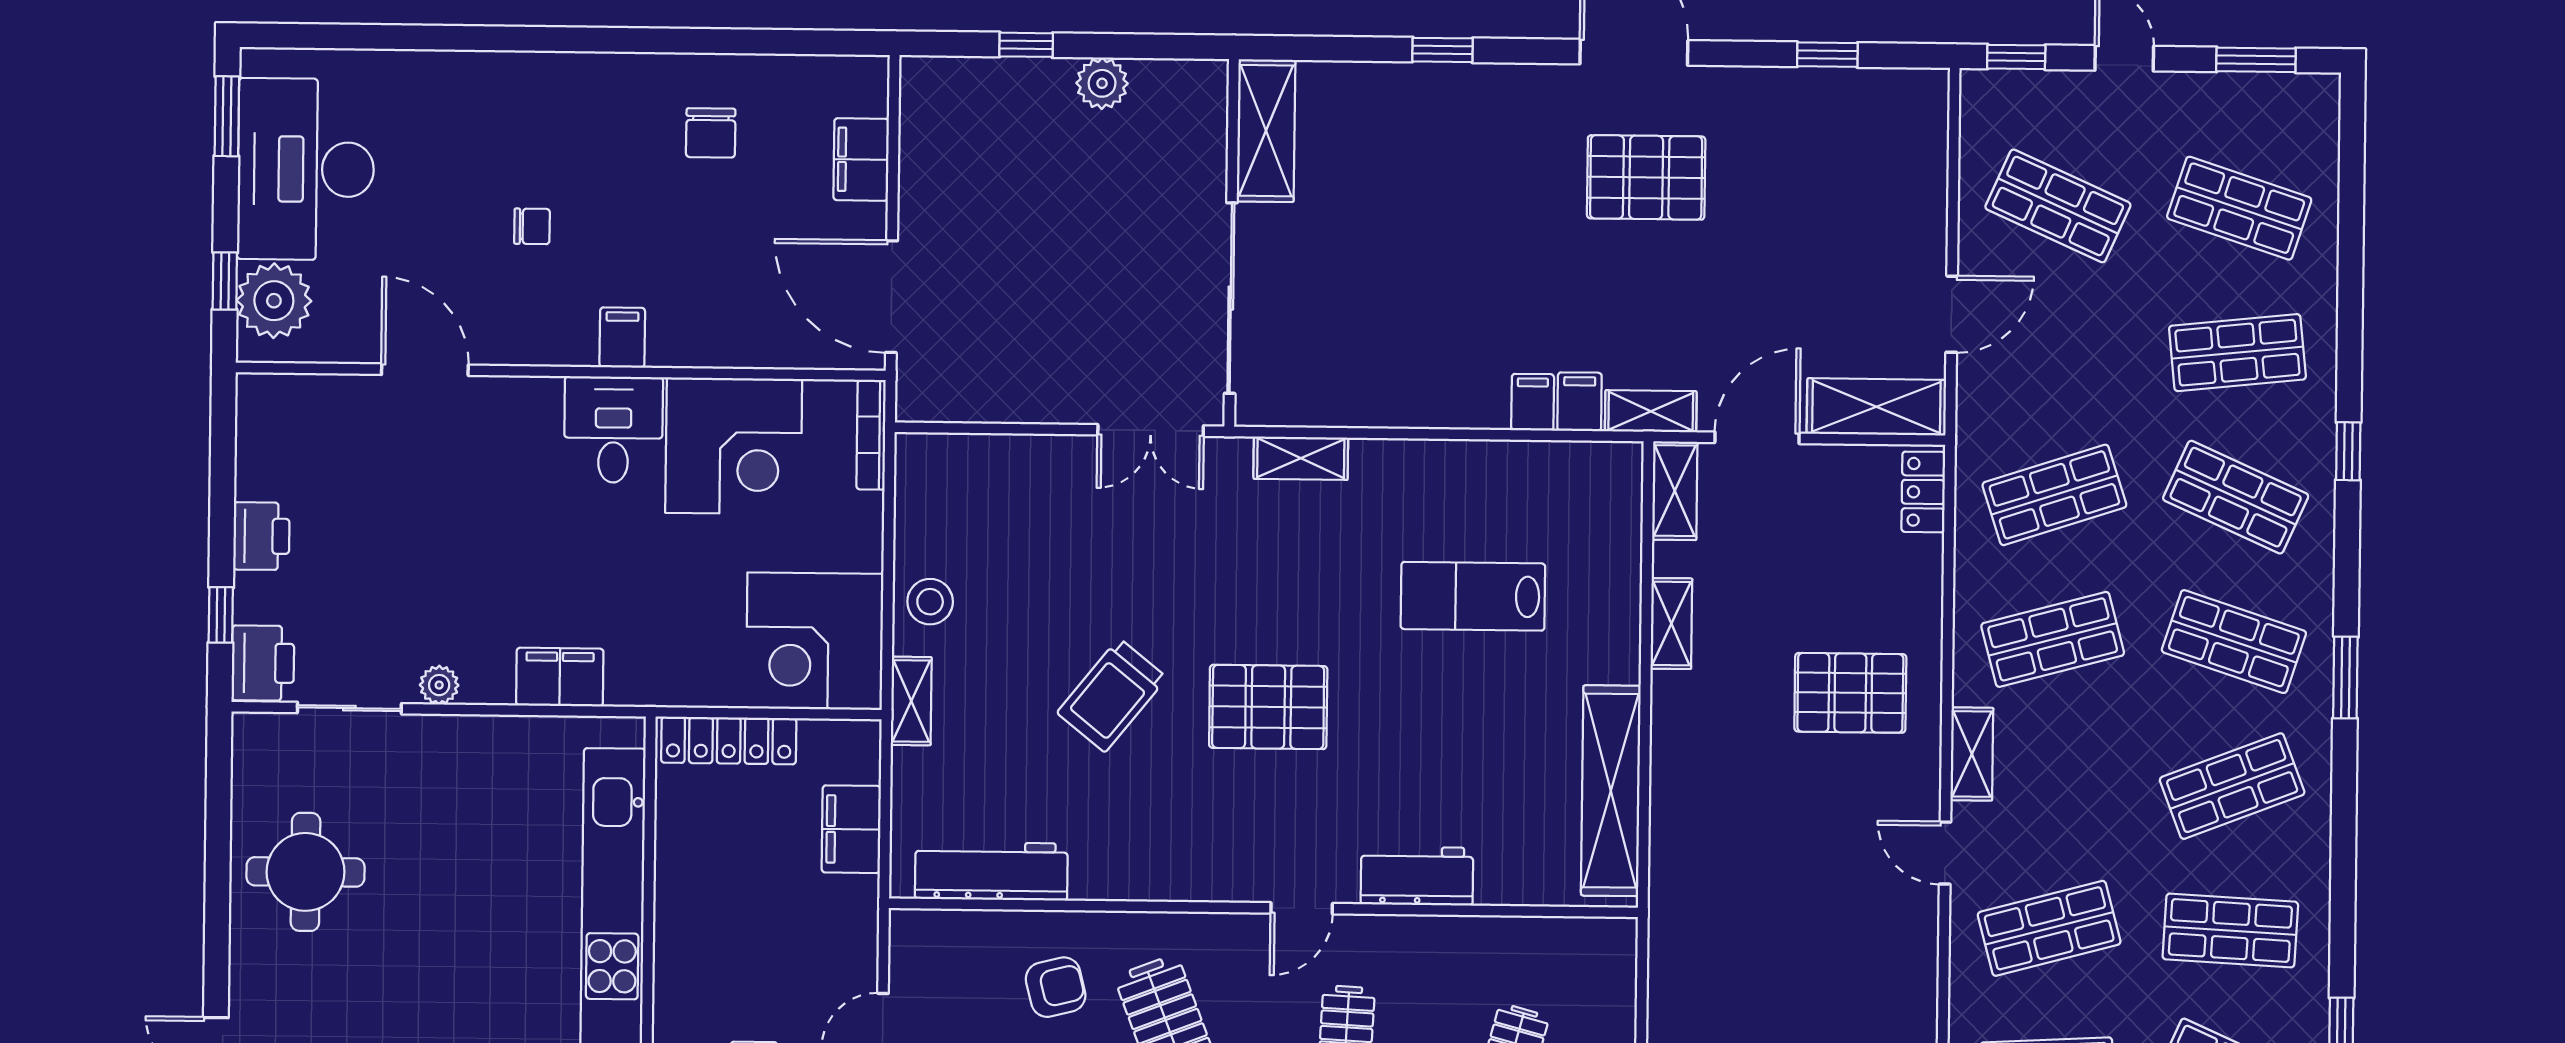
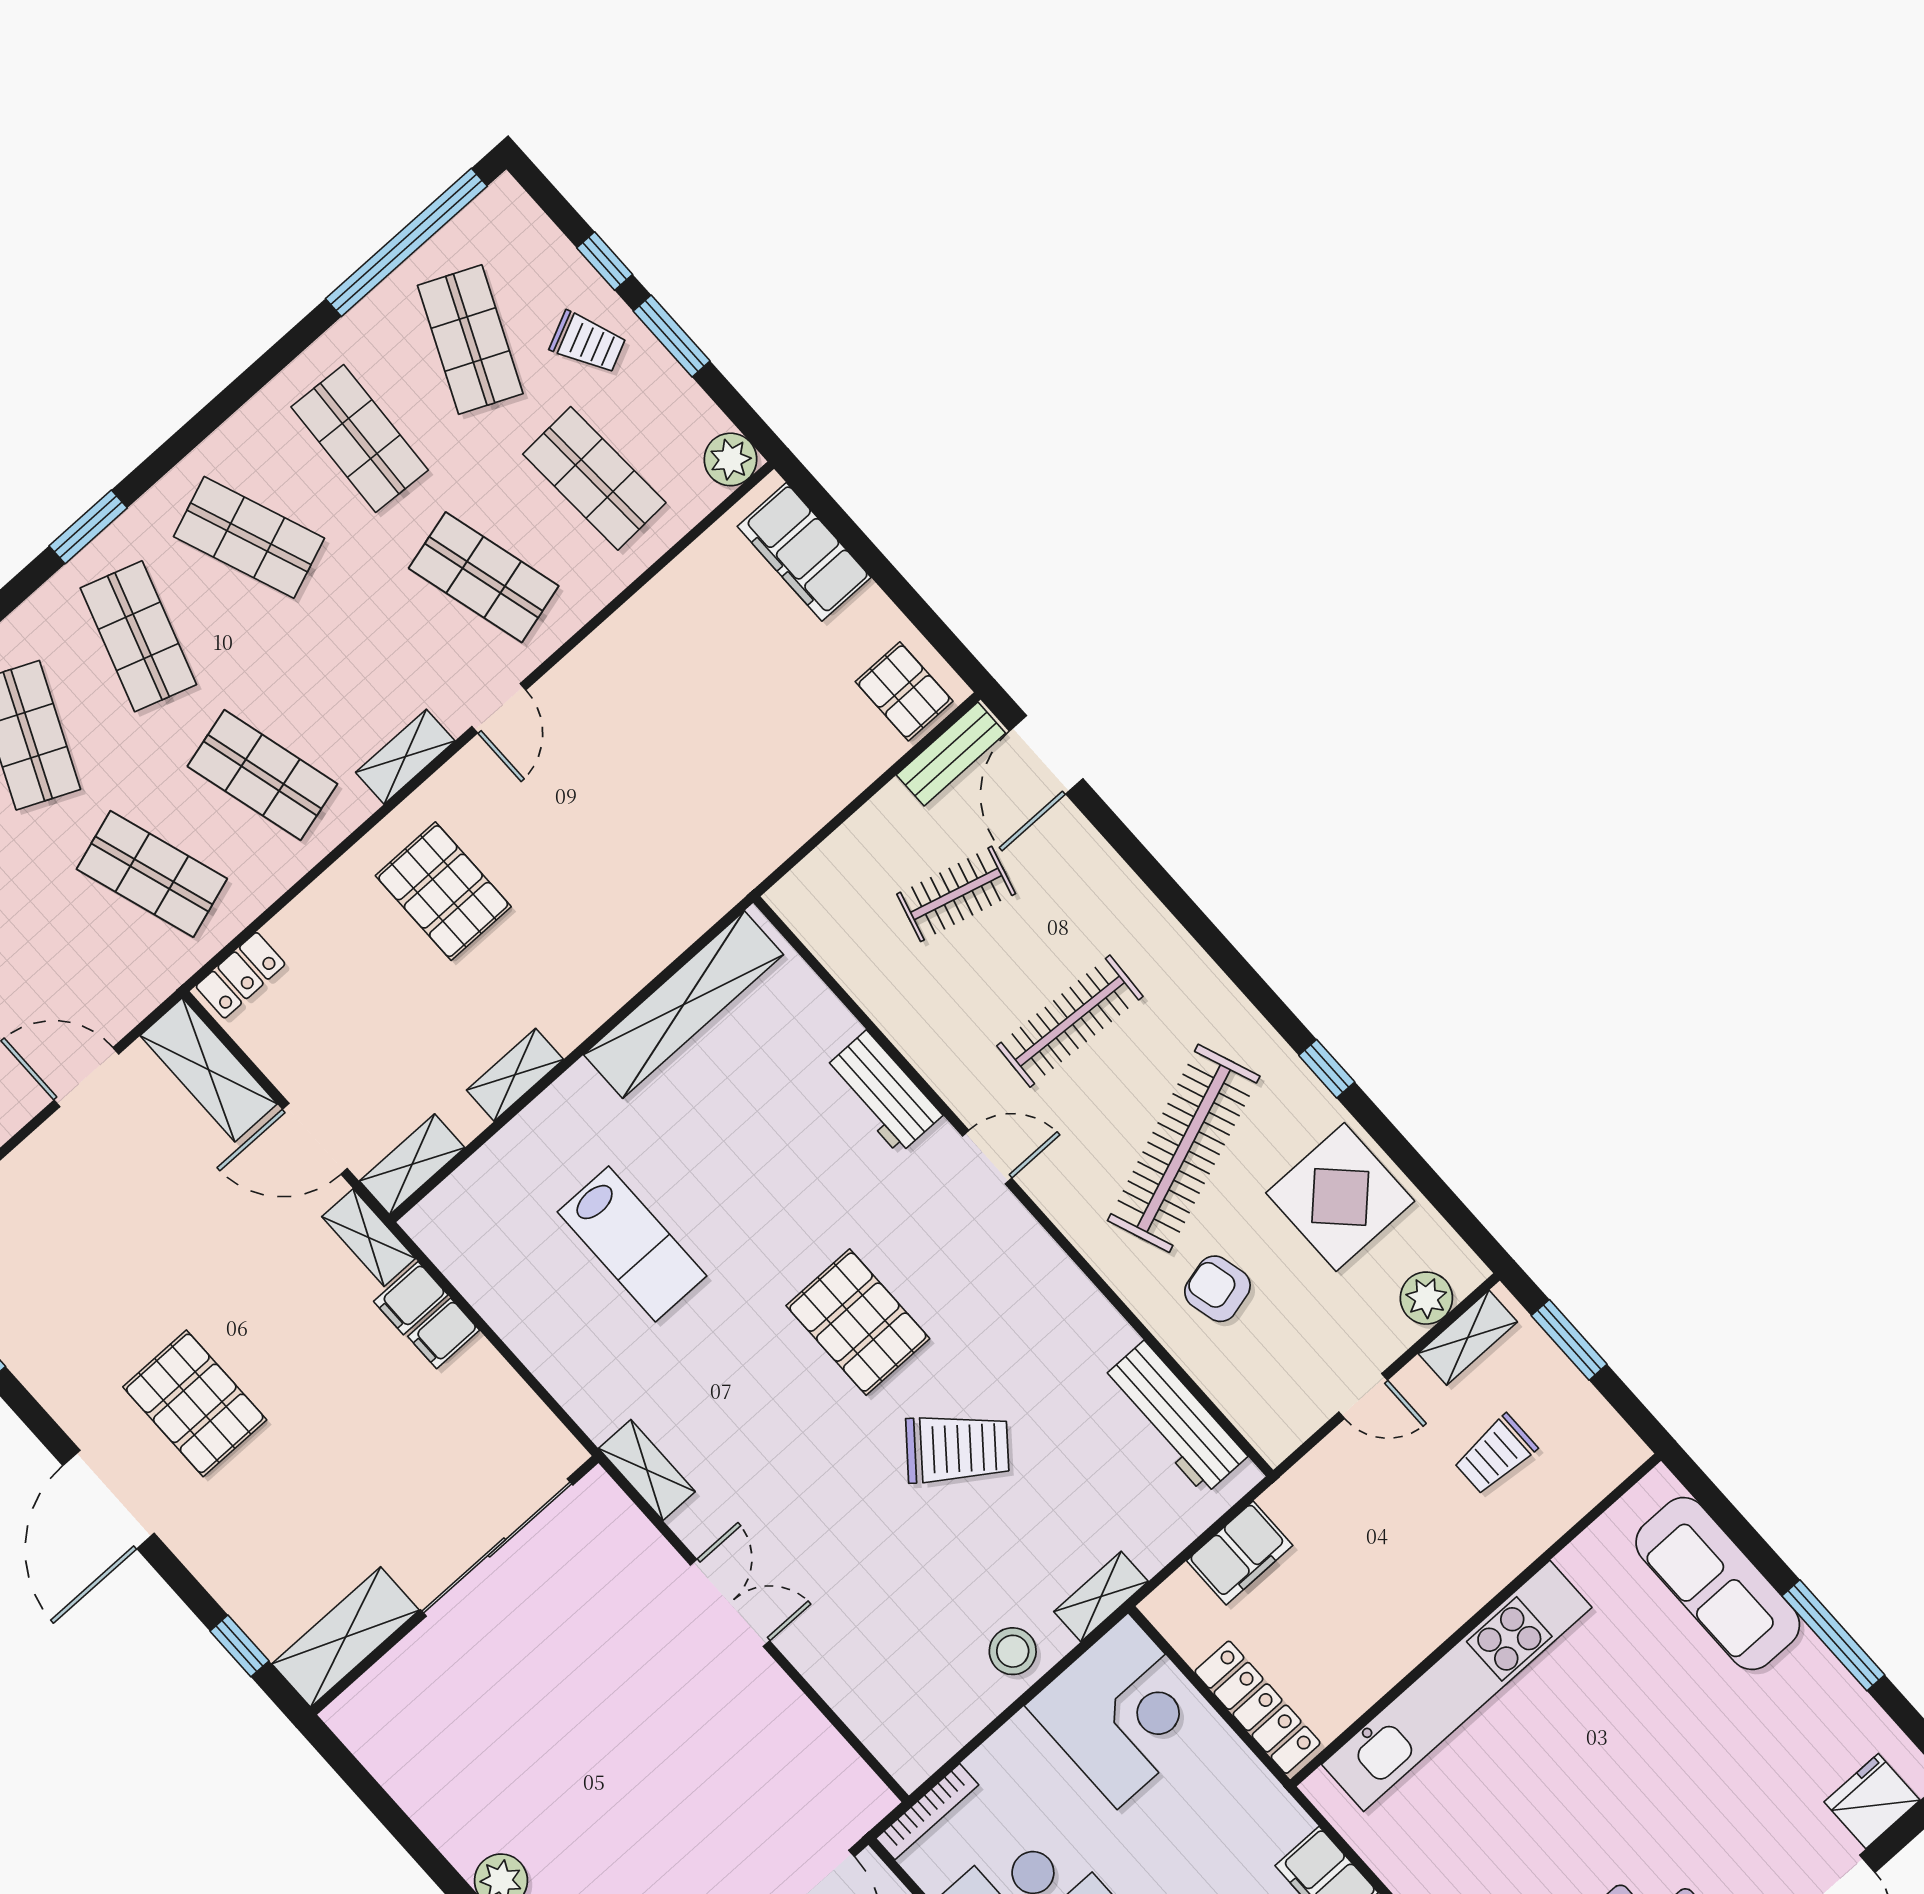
shelving: (1266, 131) -> (346, 1637), moved
wall: (1231, 243) -> (455, 1585), moved
sliding door: (1231, 298) -> (497, 1547), moved

